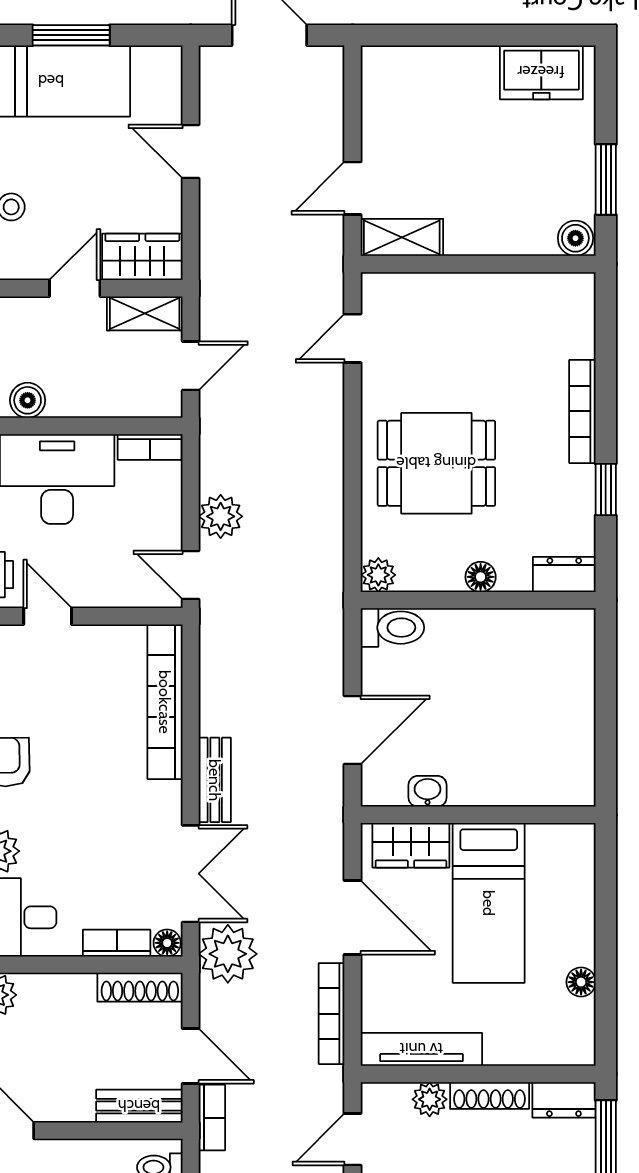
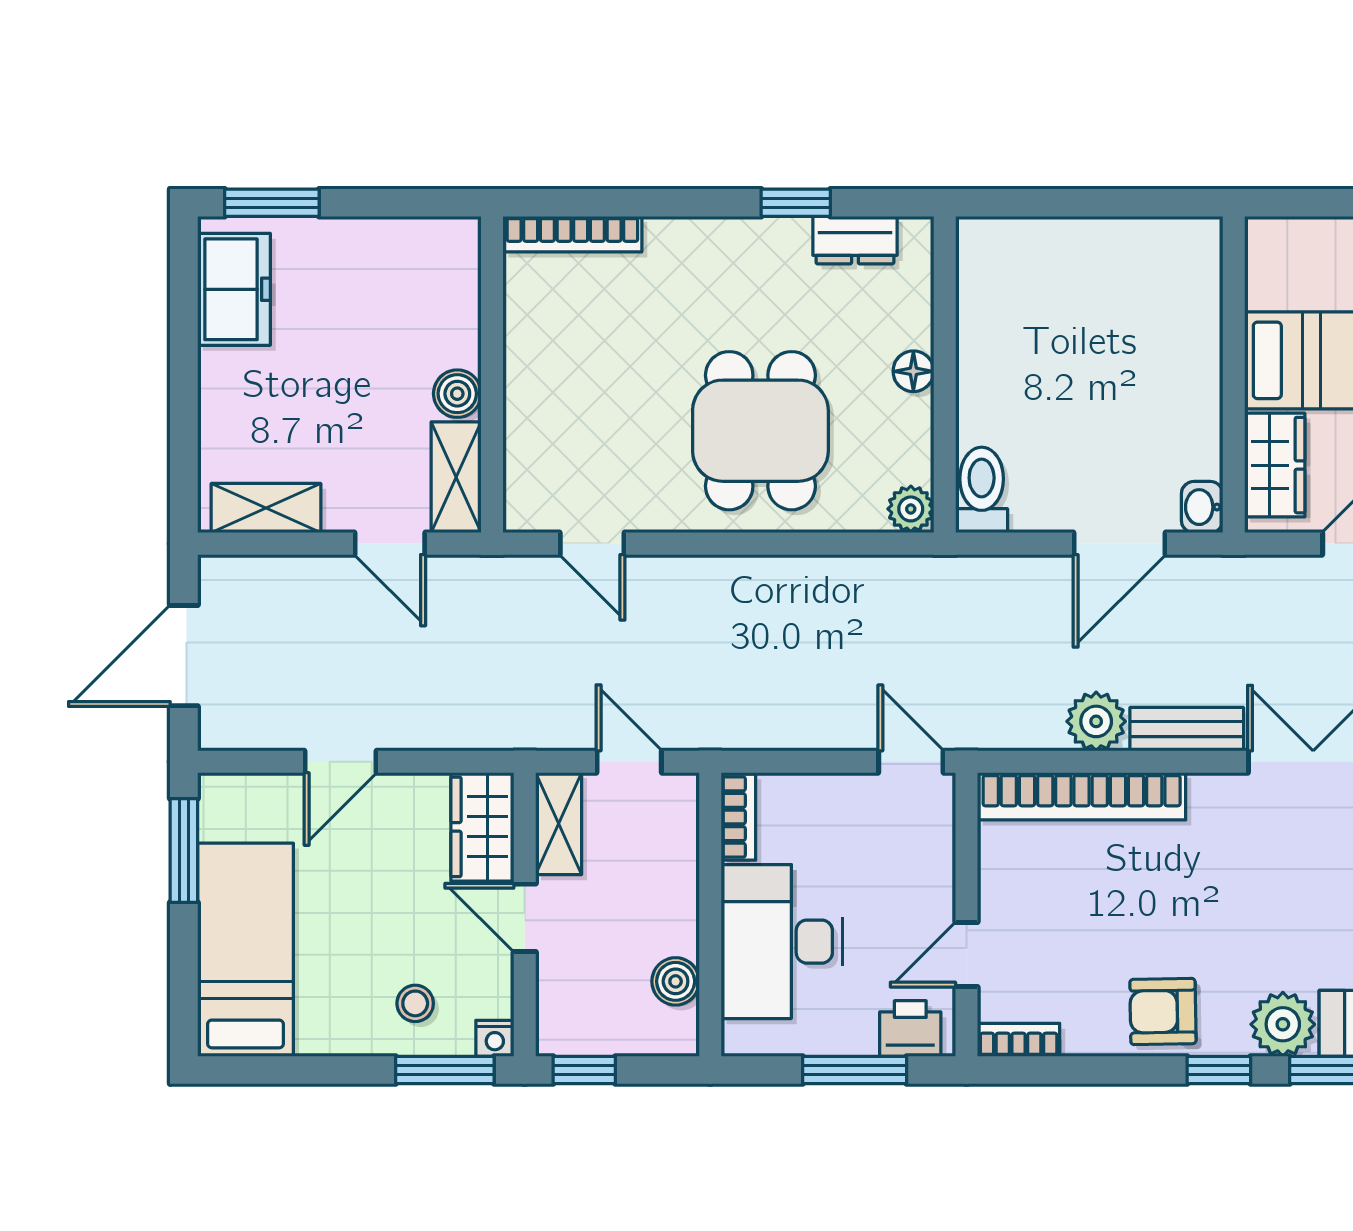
window: (71, 35) -> (184, 850), moved
shelving: (379, 96) -> (266, 508), added
window: (606, 180) -> (272, 203), moved
boiler: (575, 238) -> (457, 394), moved
bookcase: (582, 411) -> (572, 234), moved
plant: (221, 516) -> (1096, 721), moved
dresser: (564, 574) -> (855, 240), moved, turned -90
door: (191, 575) -> (911, 762), swing flipped
door: (353, 730) -> (1120, 544), swing flipped
washbasin: (428, 791) -> (1202, 507), moved

